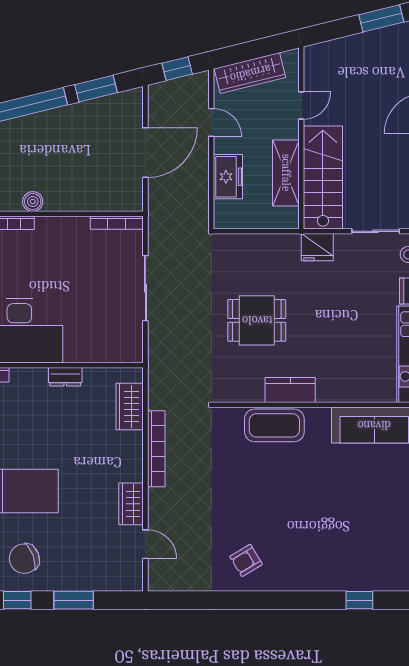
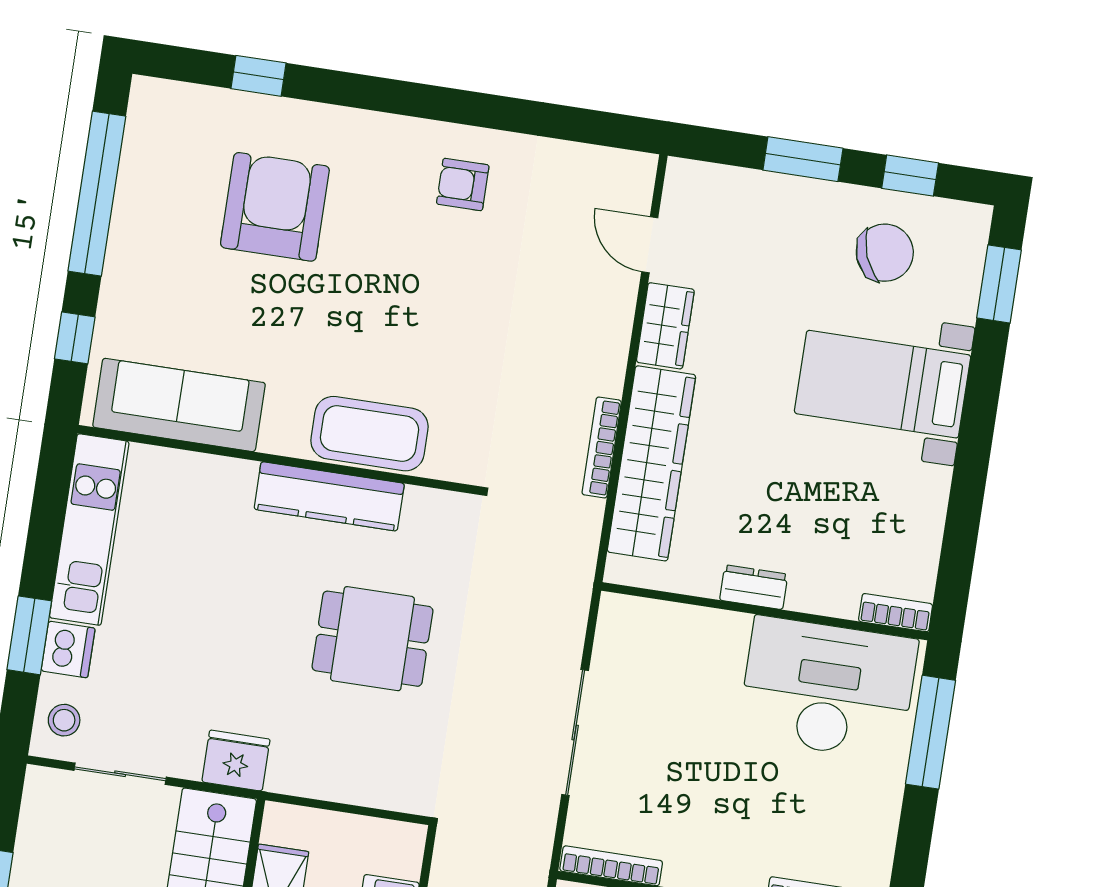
kitchen counter: (290, 390) -> (329, 496), width x1.50
wardrobe: (130, 407) -> (651, 463), width x2.10, depth x1.17
bookcase: (156, 449) -> (602, 447), width x0.68, depth x0.76
armchair: (341, 534) -> (275, 207), added
armchair: (246, 560) -> (463, 184), turned -149

